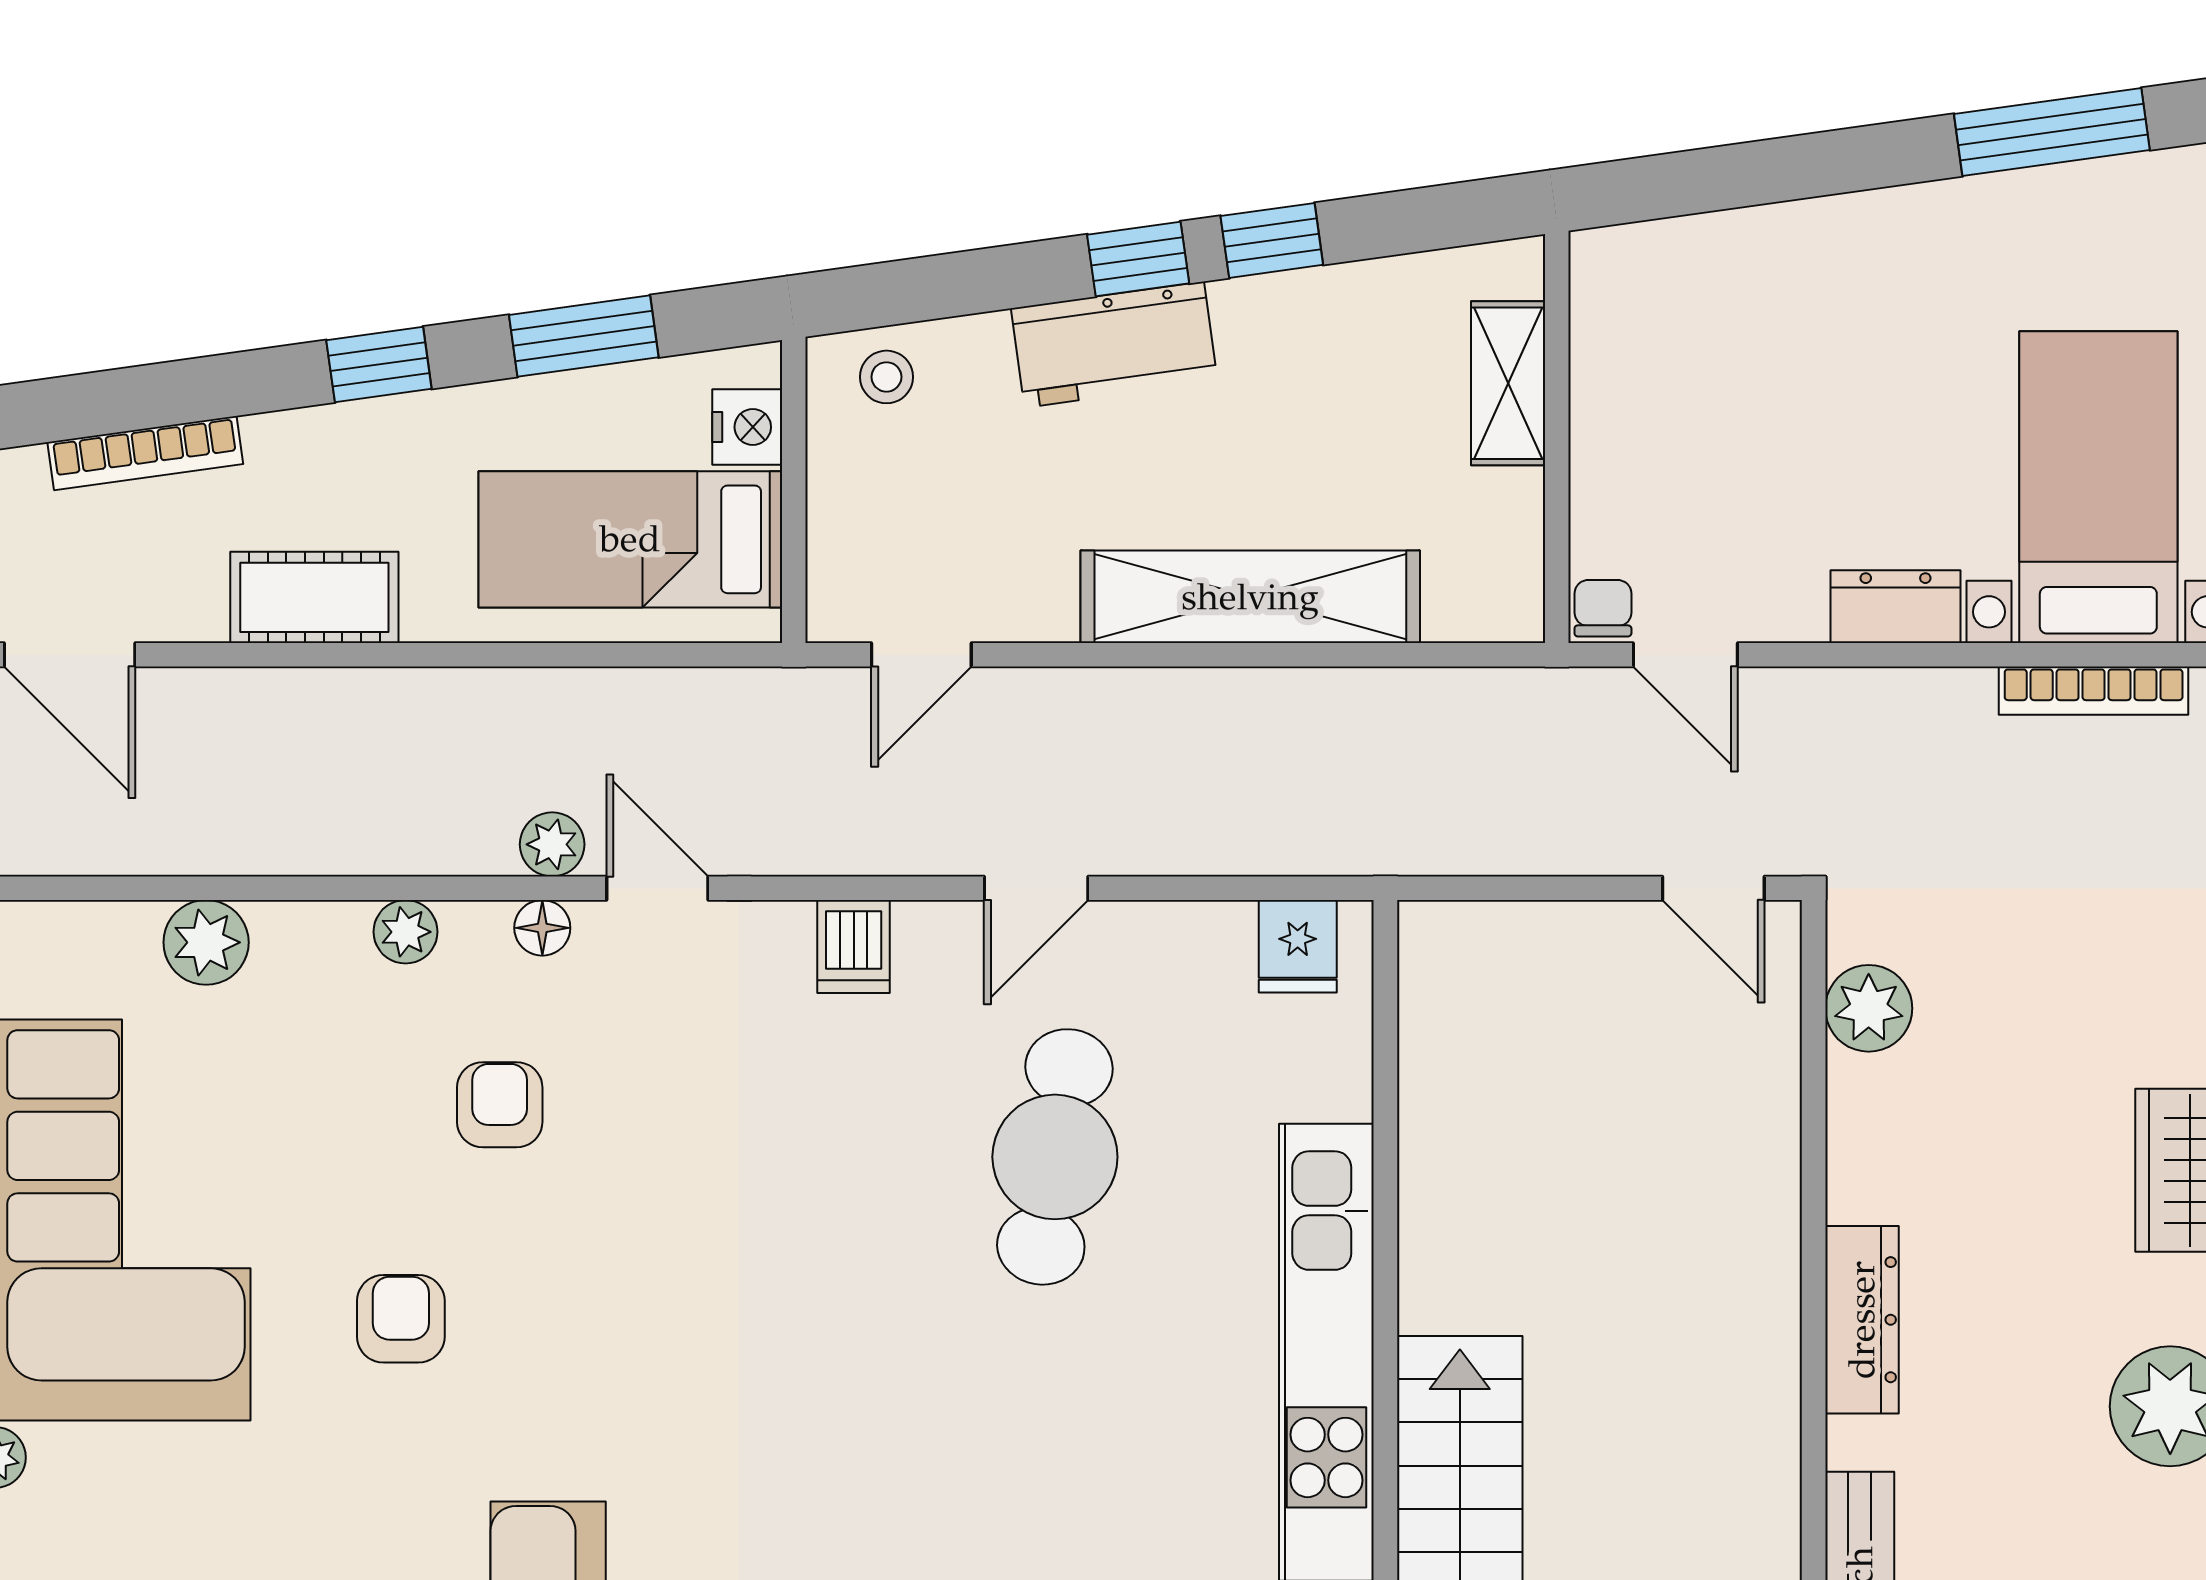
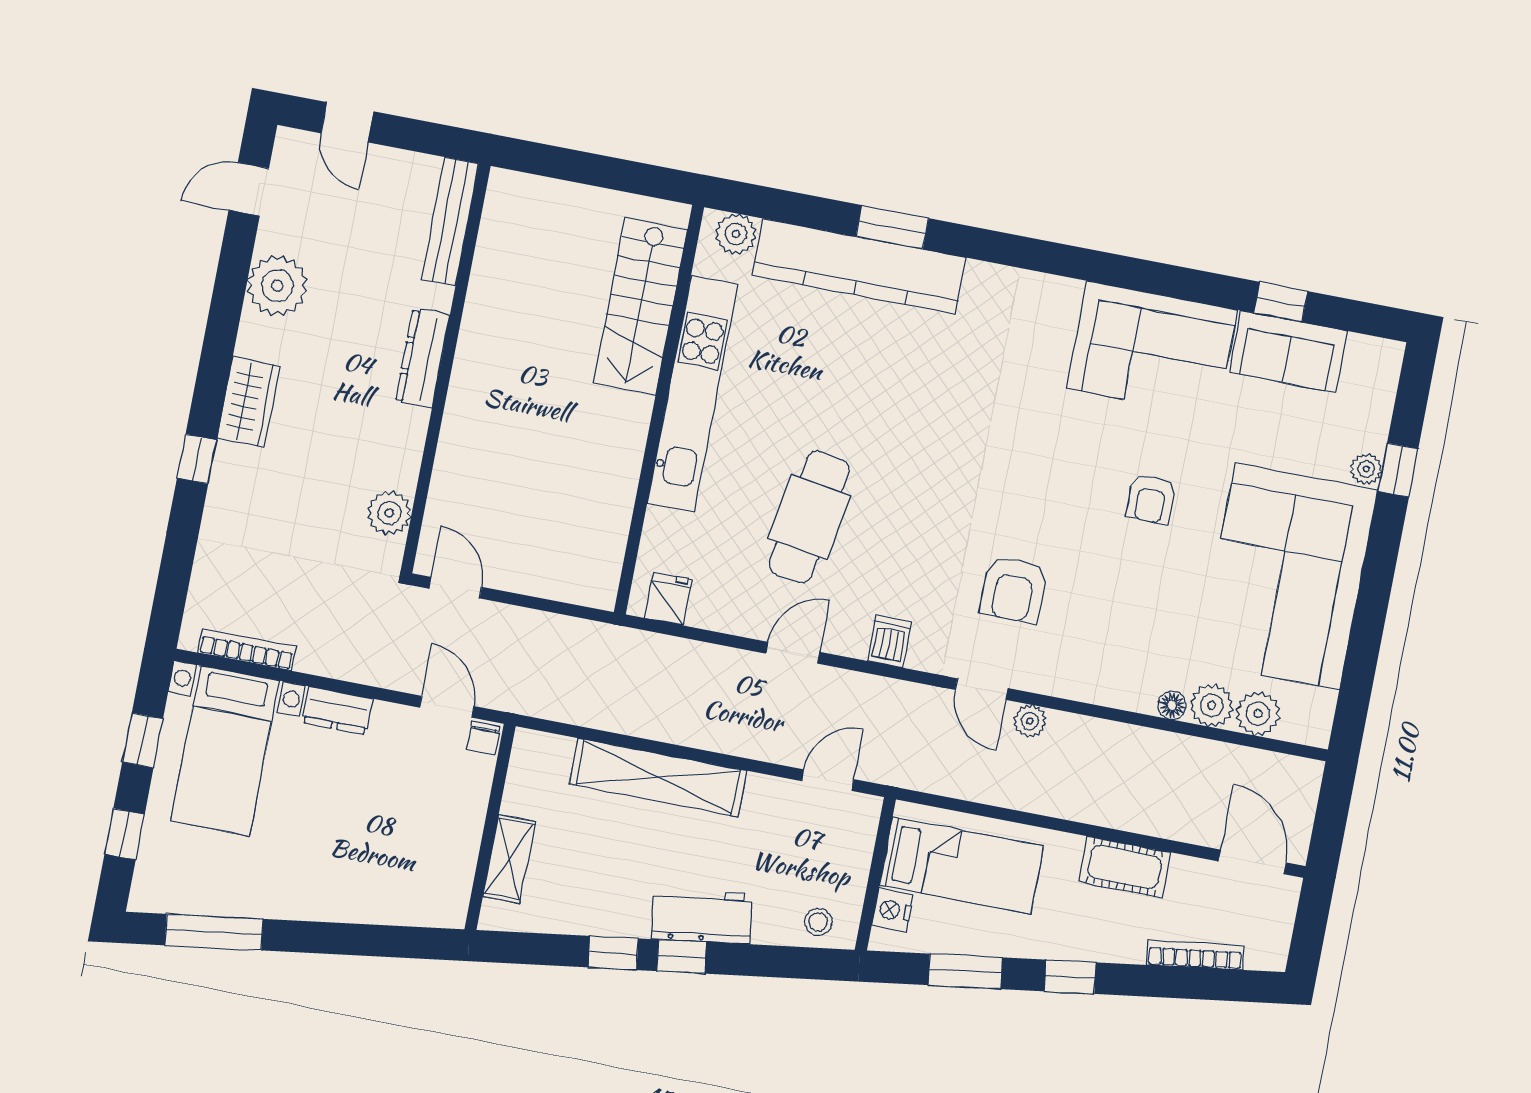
floor lamp: (542, 928) -> (1172, 705), moved
plant: (406, 932) -> (1258, 714), moved, width x1.38, depth x1.38
armchair: (500, 1105) -> (1014, 589), moved, width x1.38, depth x1.38

